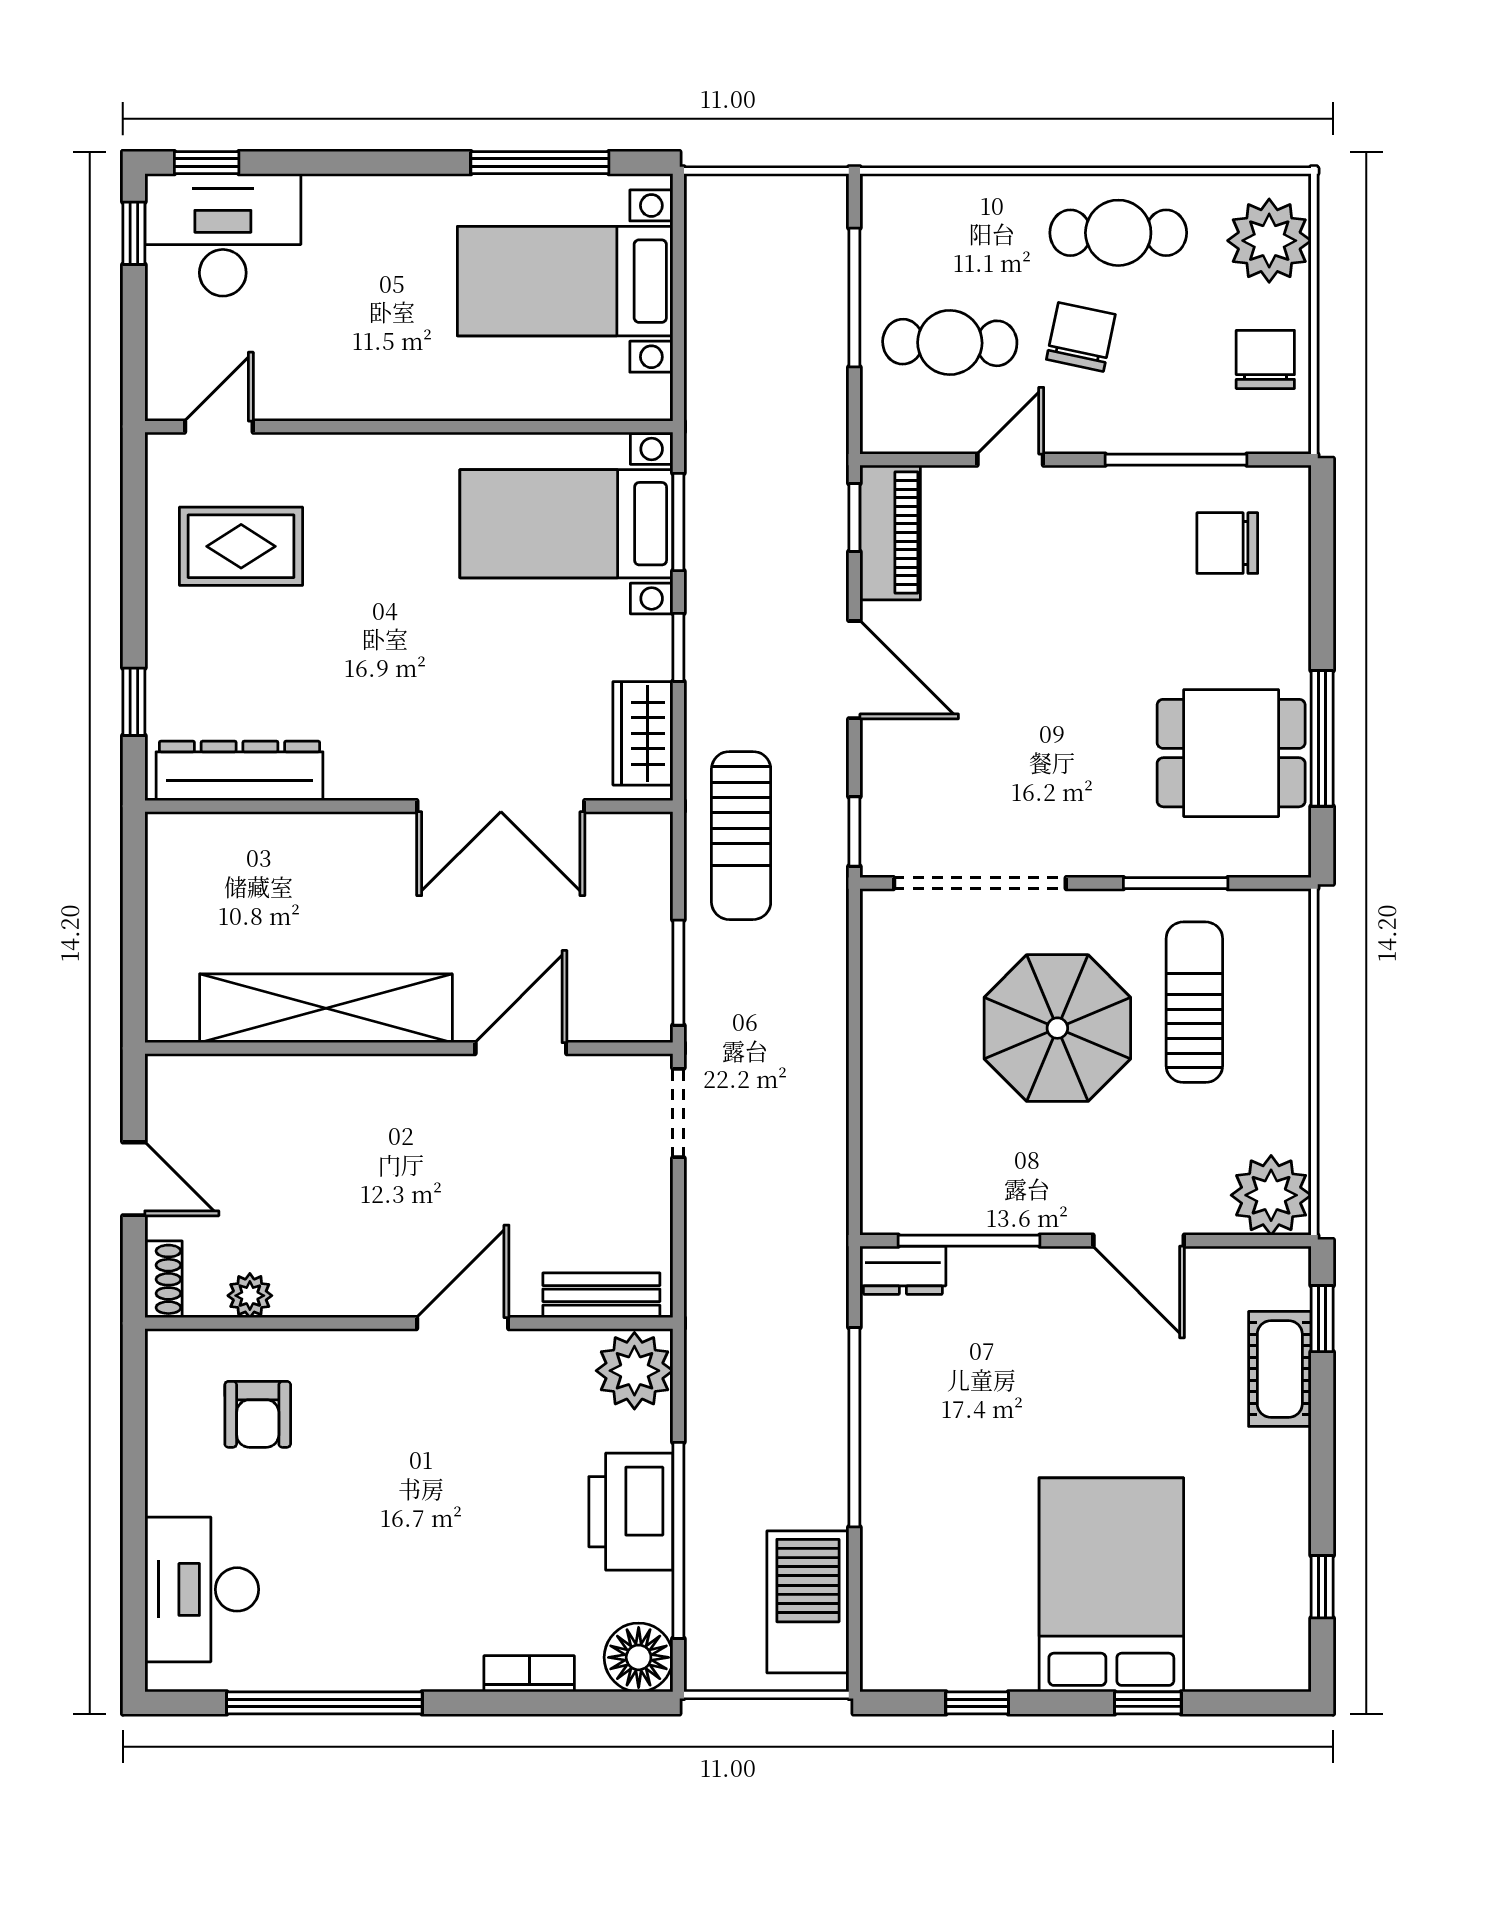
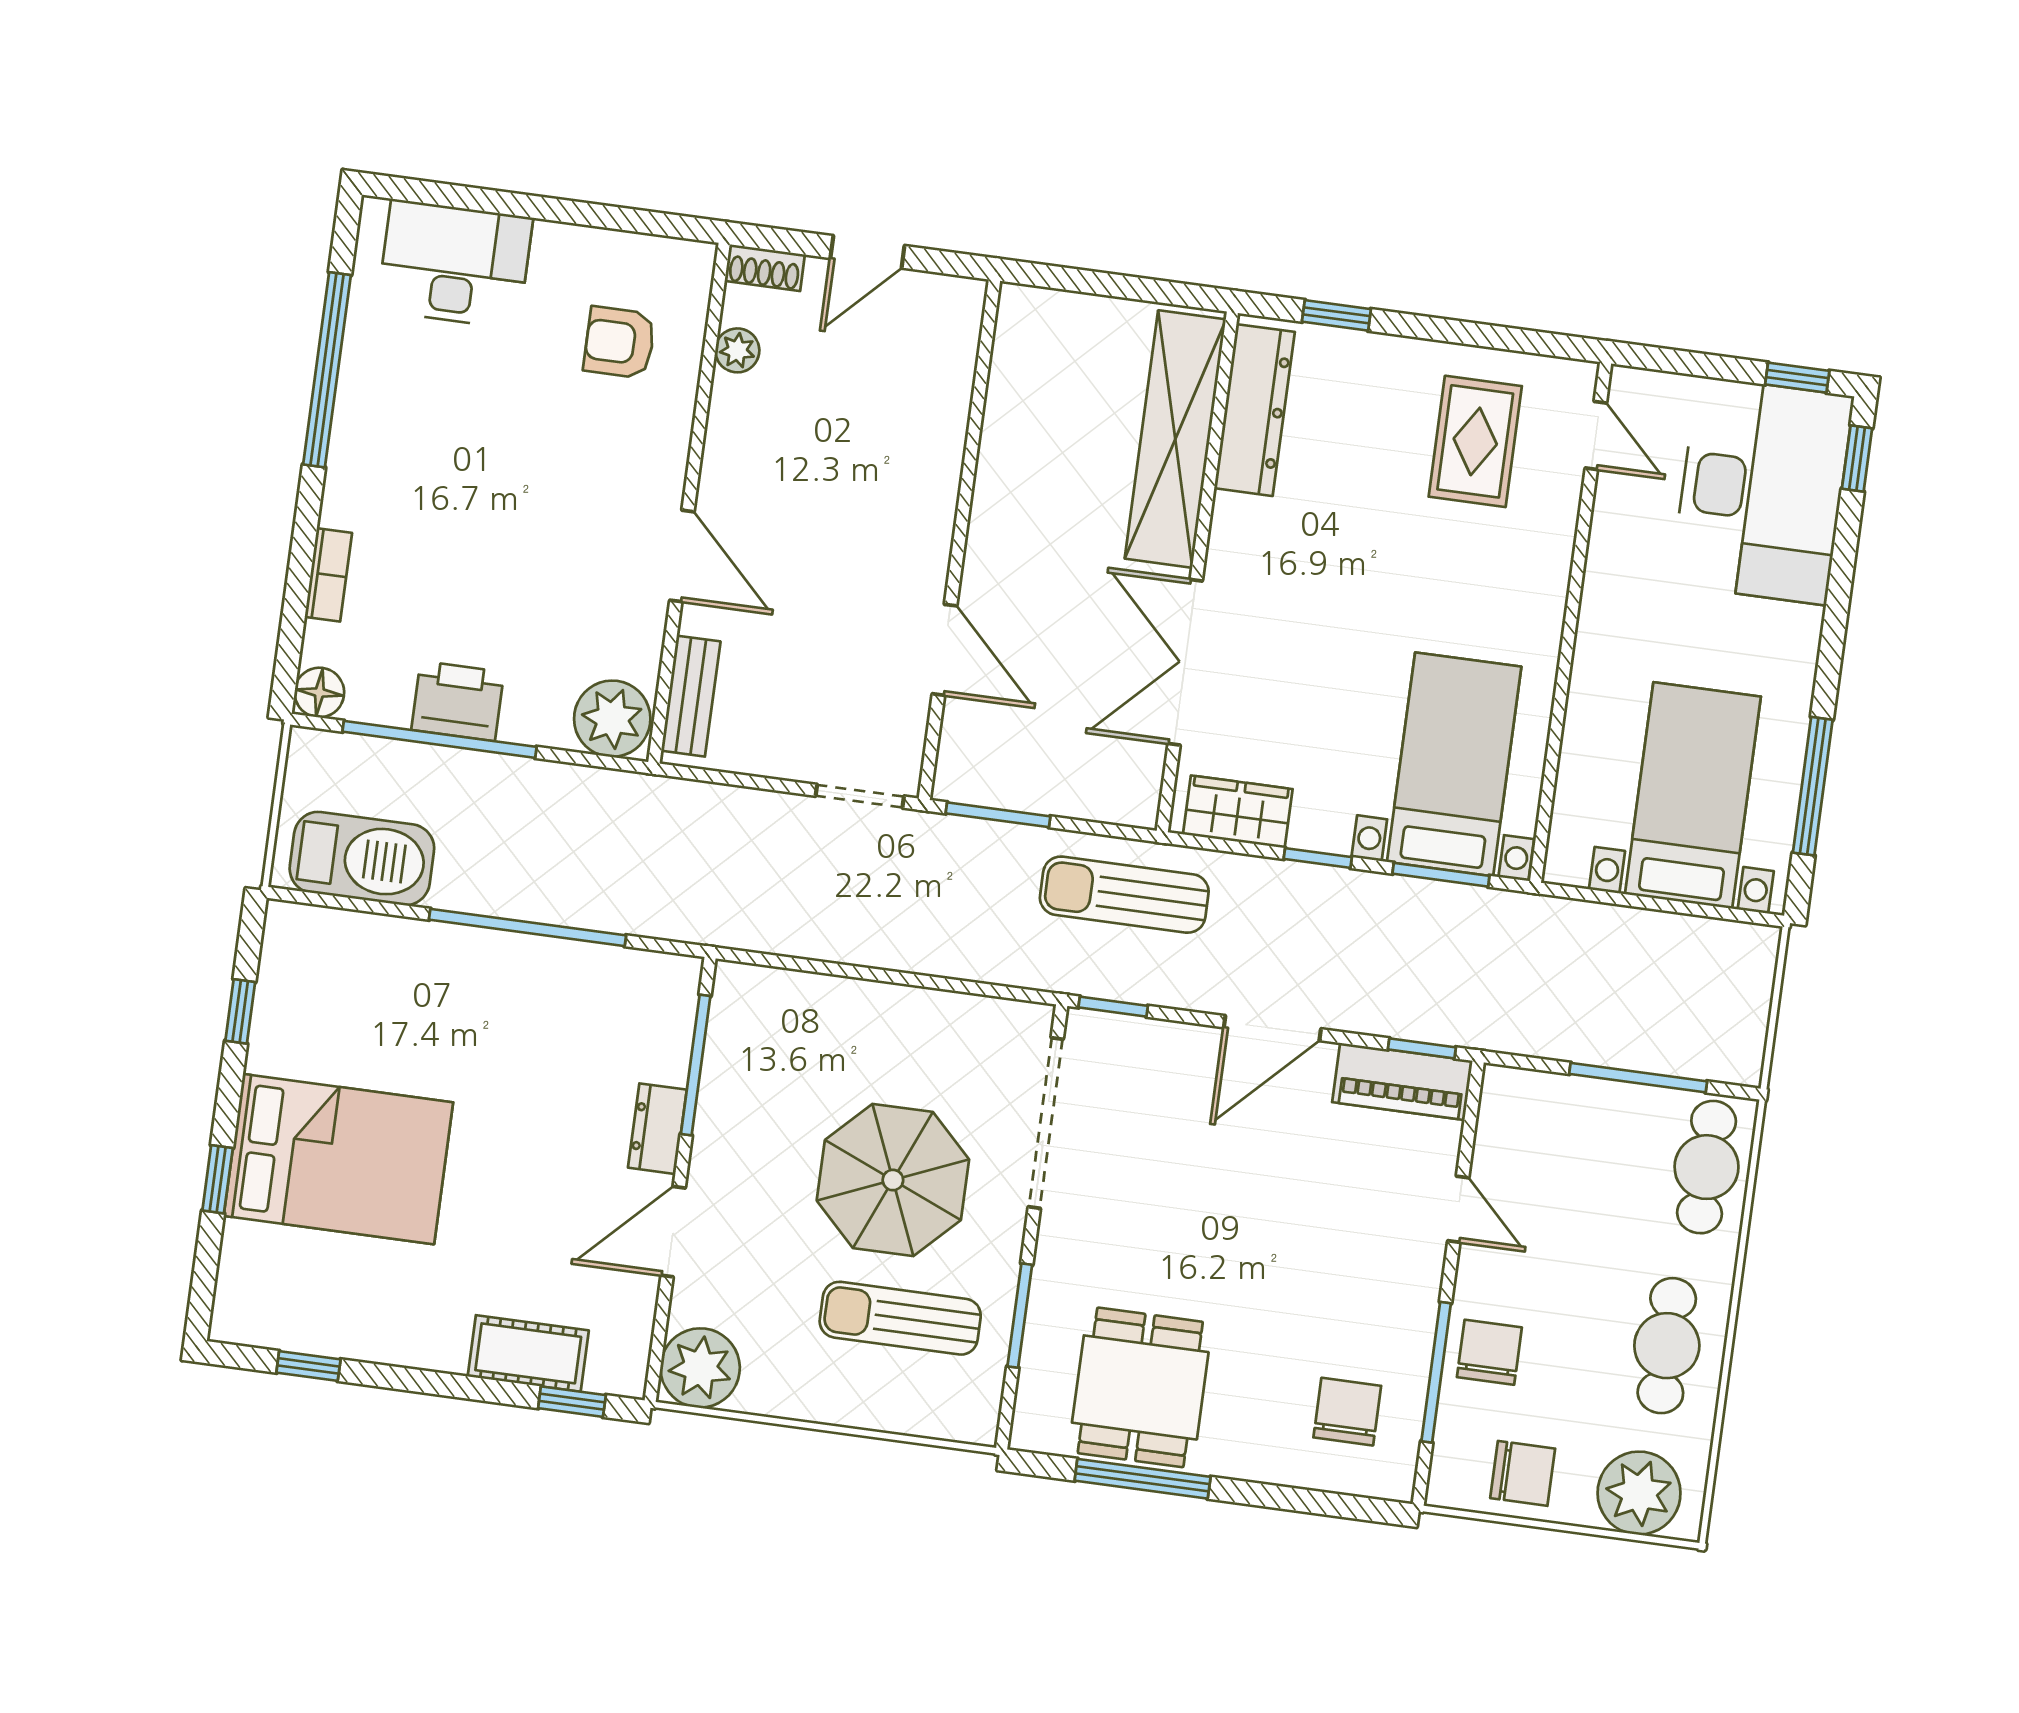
desk: (223, 235) -> (1762, 490), width x1.36, depth x1.30
chair: (1081, 337) -> (1489, 1352), moved, turned -102
cafe table: (950, 342) -> (1707, 1167), moved
sun lounger: (1194, 1002) -> (900, 1318), turned 180
shelving: (326, 1008) -> (1175, 439), moved
dresser: (903, 1270) -> (657, 1129), moved
printer: (631, 1512) -> (458, 701), width x0.73, depth x0.84
floor lamp: (639, 1657) -> (319, 693), width x0.73, depth x0.73

